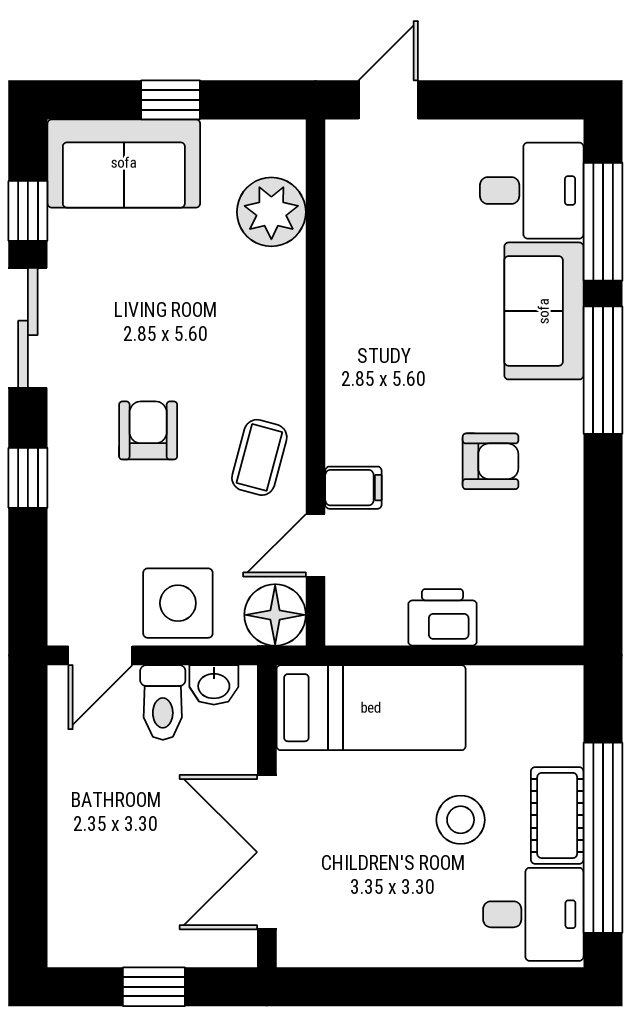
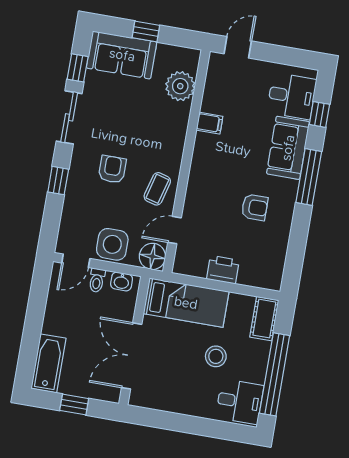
window: (603, 222) -> (319, 114), width x0.46
filing cabinet: (353, 488) -> (210, 123), moved
toilet: (163, 702) -> (97, 280), width x0.73, depth x0.72
cot: (557, 815) -> (264, 319), moved
bathtub: (78, 902) -> (48, 363), added

